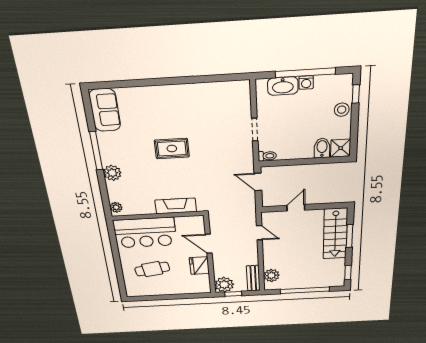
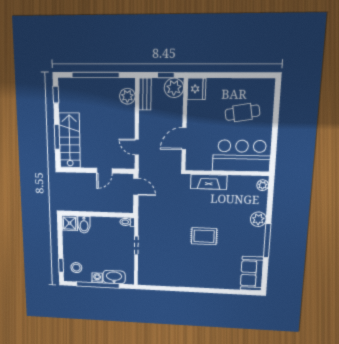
stool: (342, 110) -> (76, 268), moved
door: (258, 182) -> (136, 187), moved
door: (209, 244) -> (184, 139), swing flipped
fridge: (199, 266) -> (197, 89), moved

